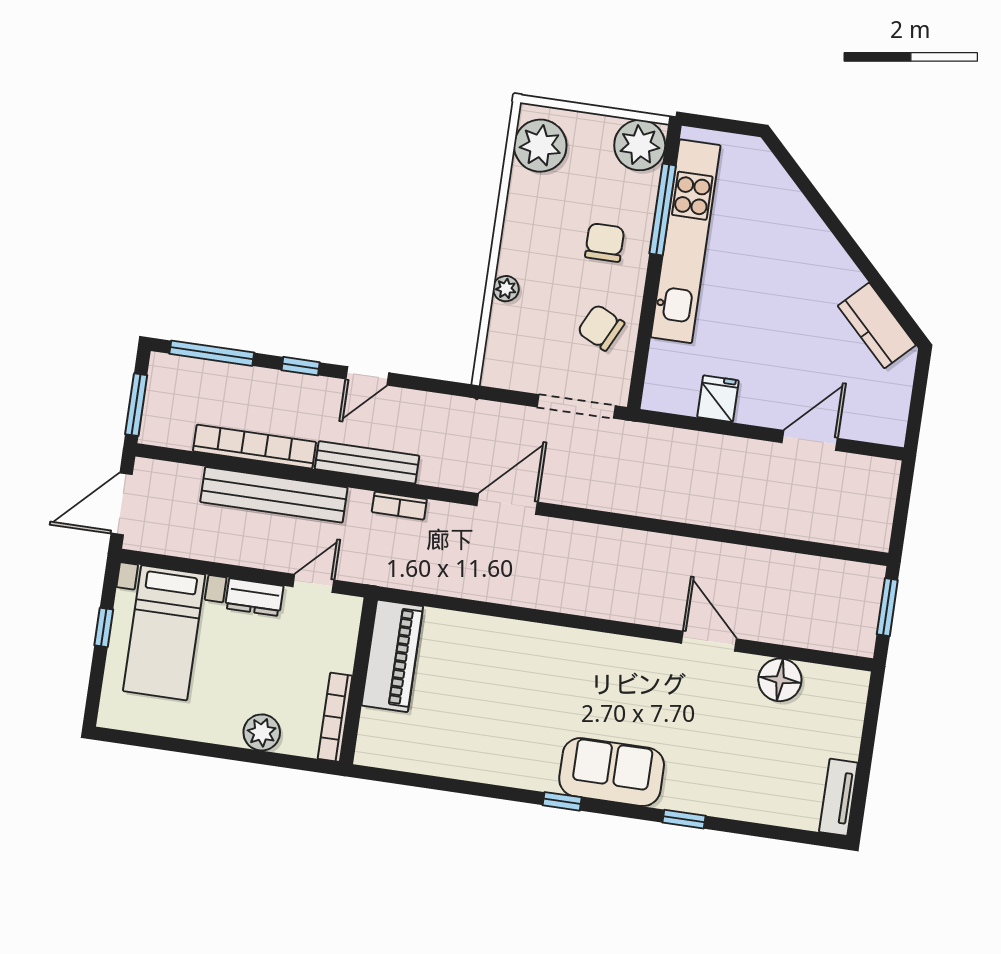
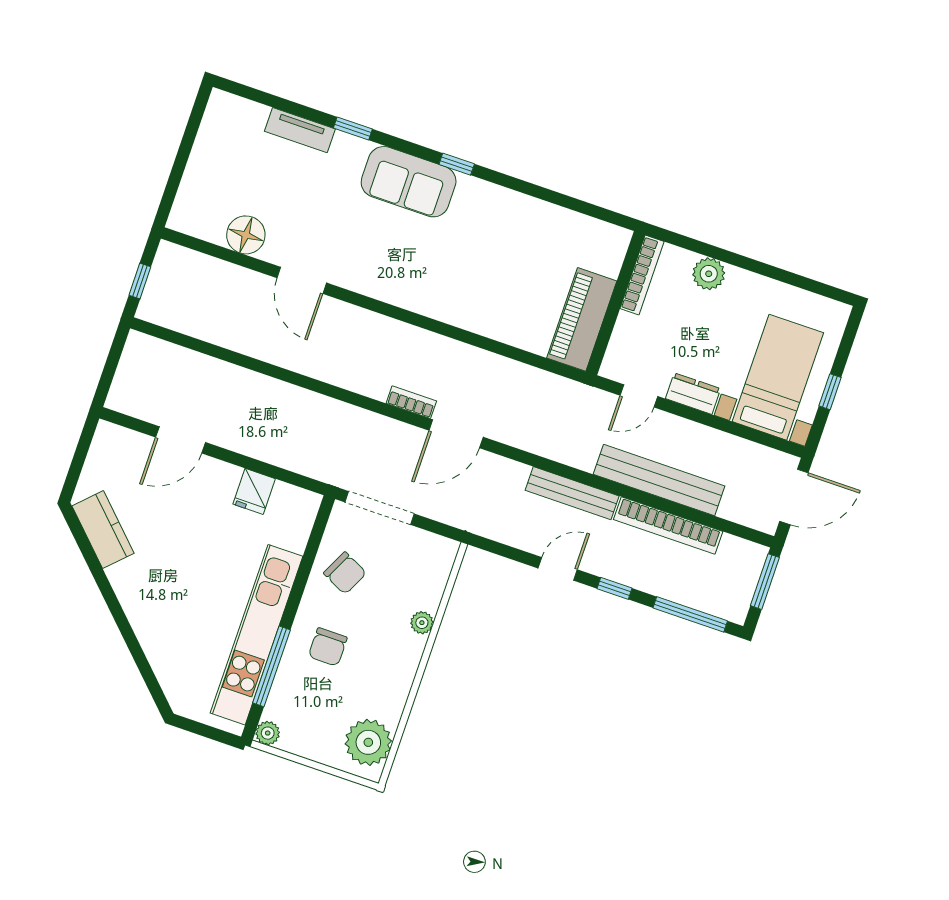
plant: (640, 145) -> (268, 733), width x0.53, depth x0.53
bookcase: (399, 506) -> (411, 402), moved
window: (887, 607) -> (140, 281), width x0.67
tv unit: (838, 797) -> (300, 130), moved, turned 90

